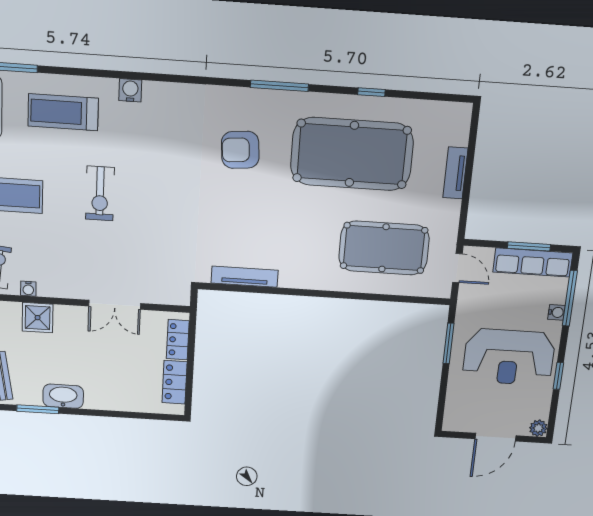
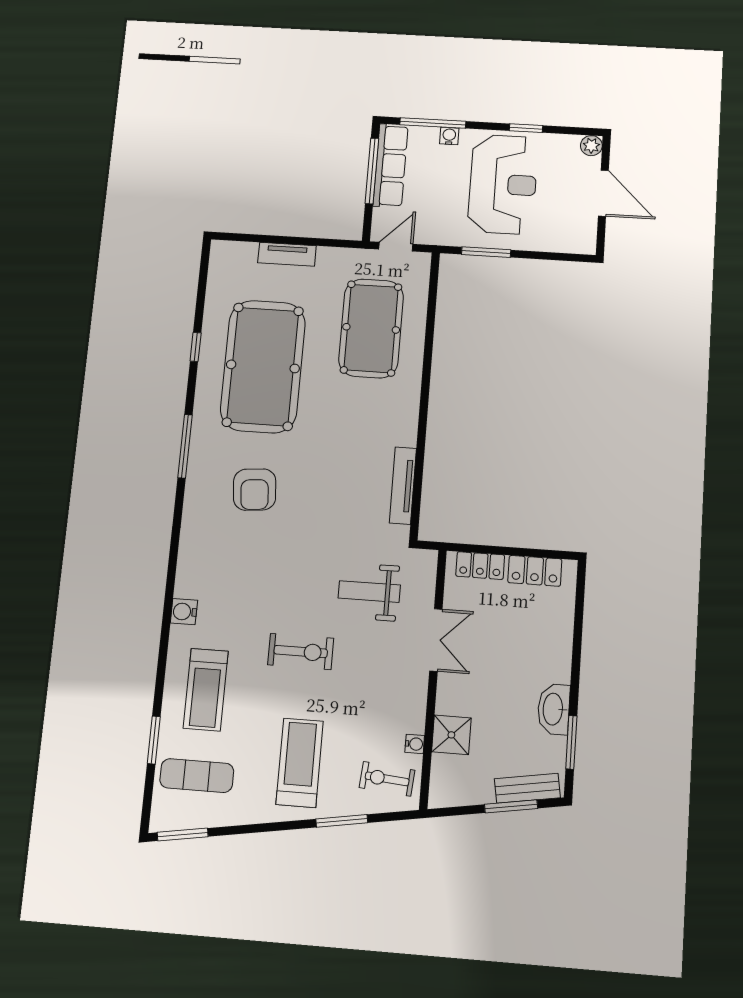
window: (529, 246) -> (372, 171), width x1.44
weight bench: (153, 250) -> (369, 592), added

